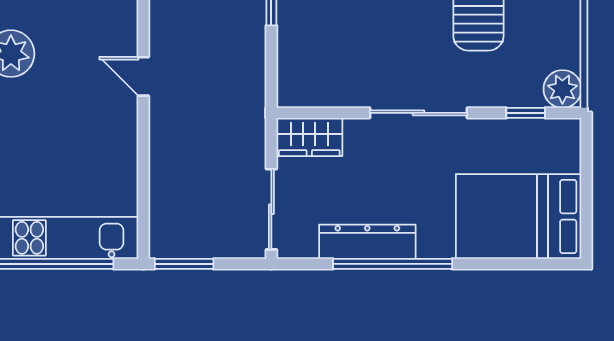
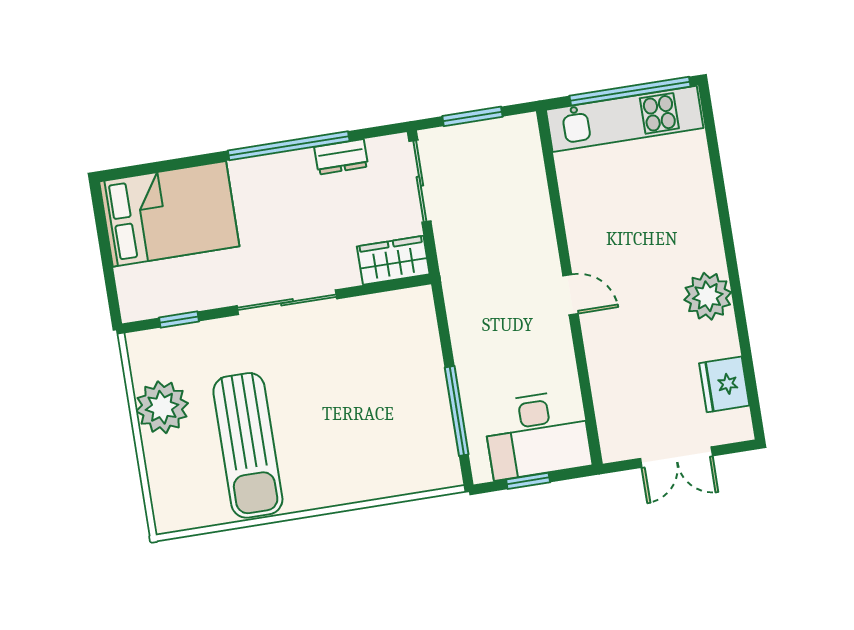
plant: (562, 89) -> (162, 407), moved, width x1.36, depth x1.36
dresser: (367, 242) -> (341, 157), width x0.51, depth x0.80
window: (184, 264) -> (472, 116), moved

